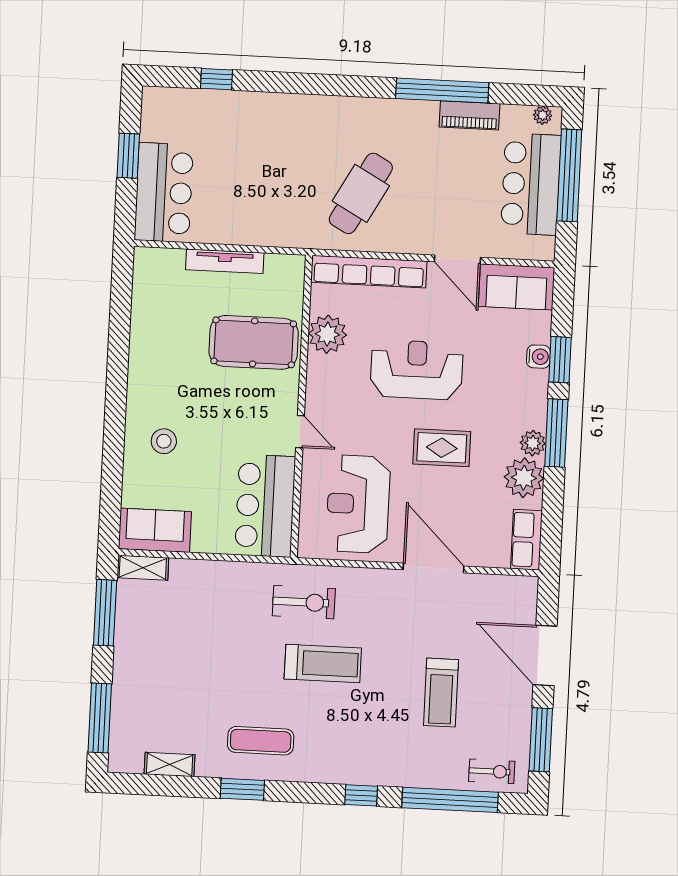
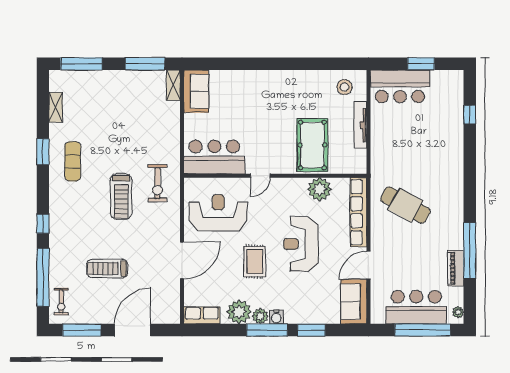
water cooler: (538, 357) -> (276, 317), moved
reception desk: (417, 370) -> (301, 244), turned 180
stool: (164, 441) -> (344, 87), moved

